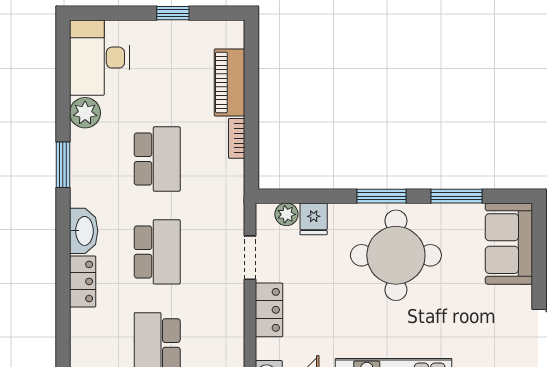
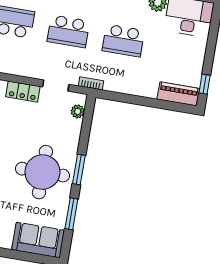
window: (173, 13) -> (205, 84), moved
piano: (230, 82) -> (178, 94), moved
bookcase: (237, 138) -> (91, 83), moved
fridge: (314, 219) -> (72, 127), removed

